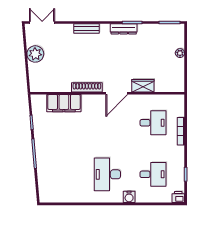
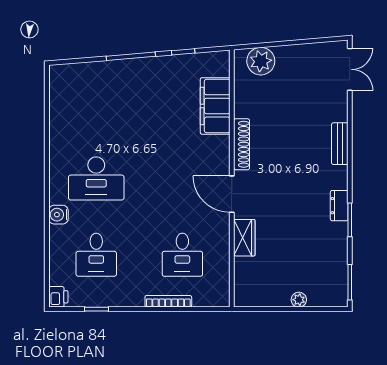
dresser: (124, 29) -> (339, 206), width x0.70
plant: (35, 54) -> (261, 61), moved
desk: (107, 174) -> (96, 178), turned 180

